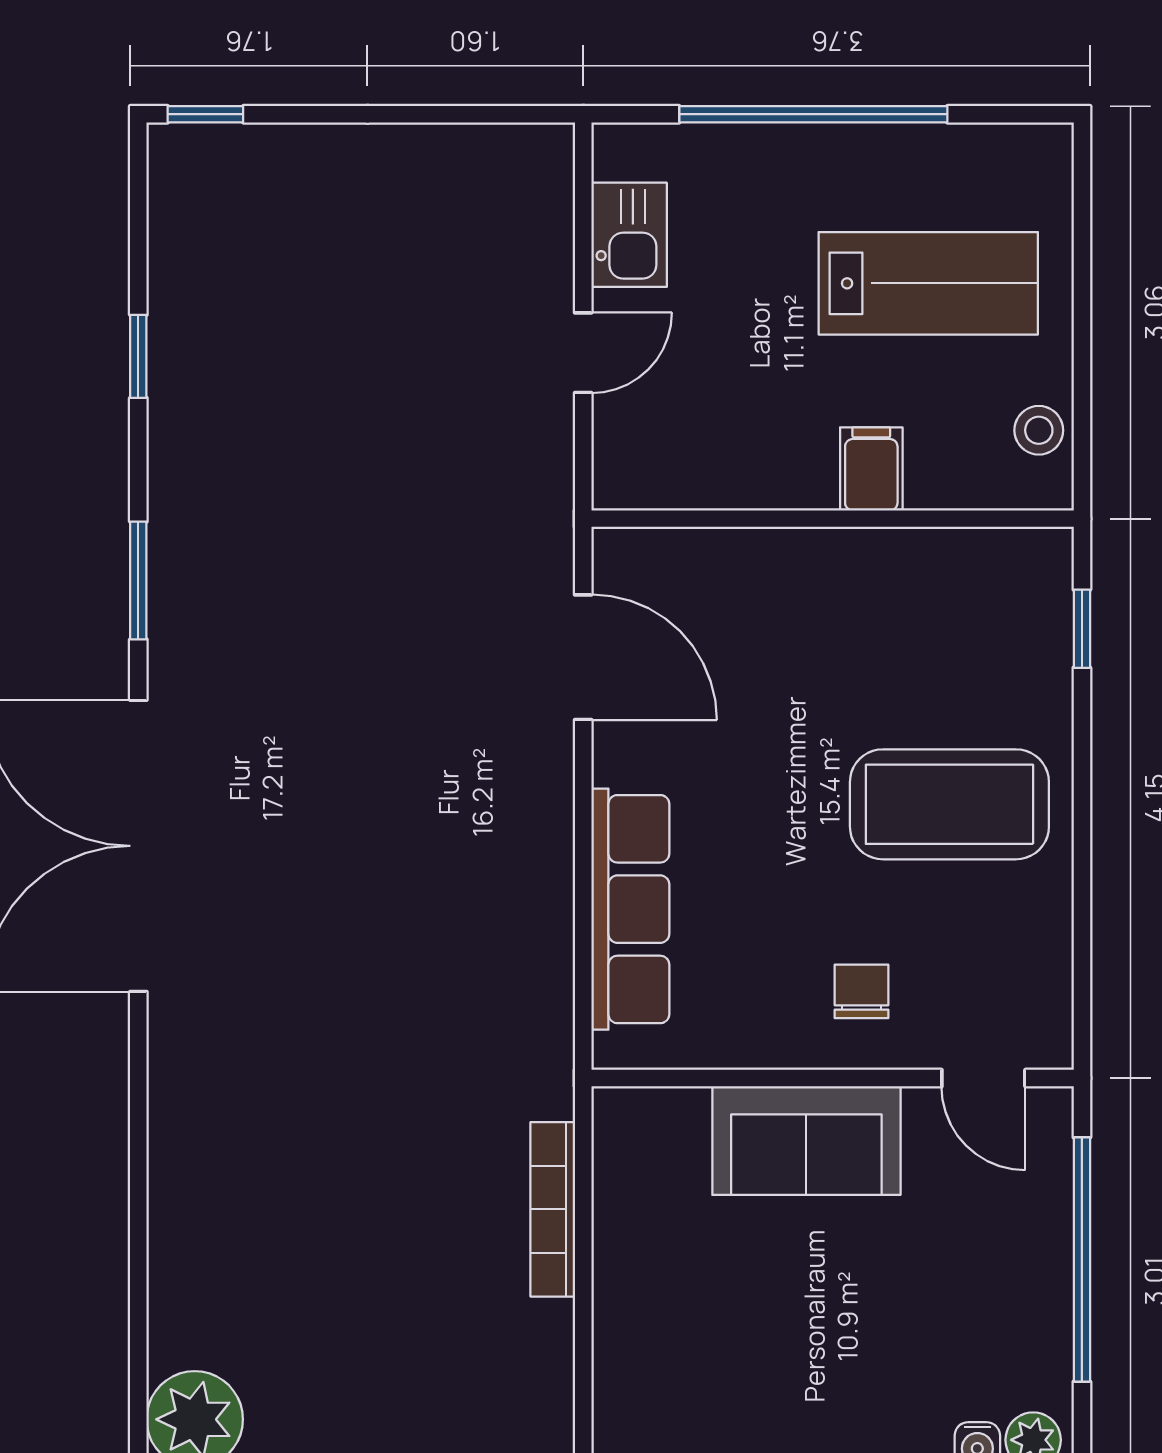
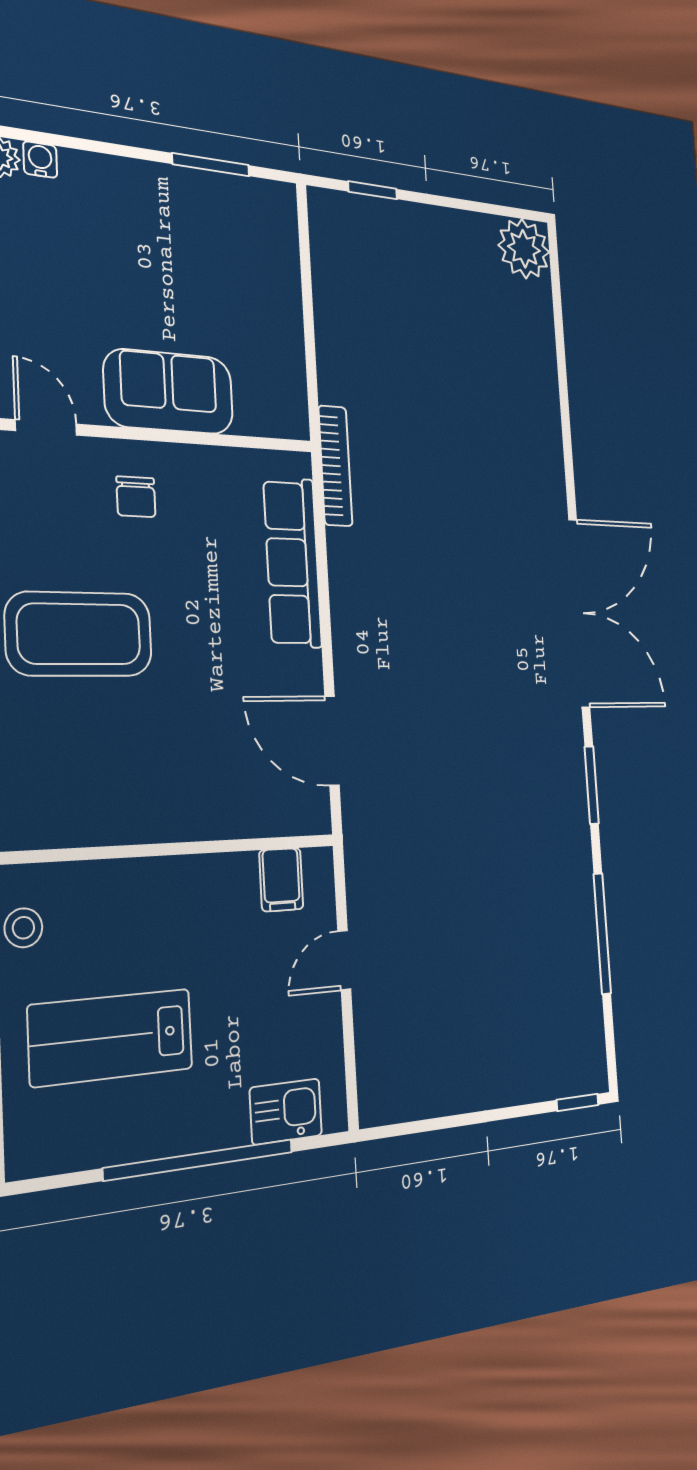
kitchen sink: (629, 235) -> (286, 1111), moved, turned 90
window: (138, 356) -> (602, 934), width x2.17
filing cabinet: (871, 469) -> (281, 880), moved
bookcase: (553, 1209) -> (335, 466), moved

